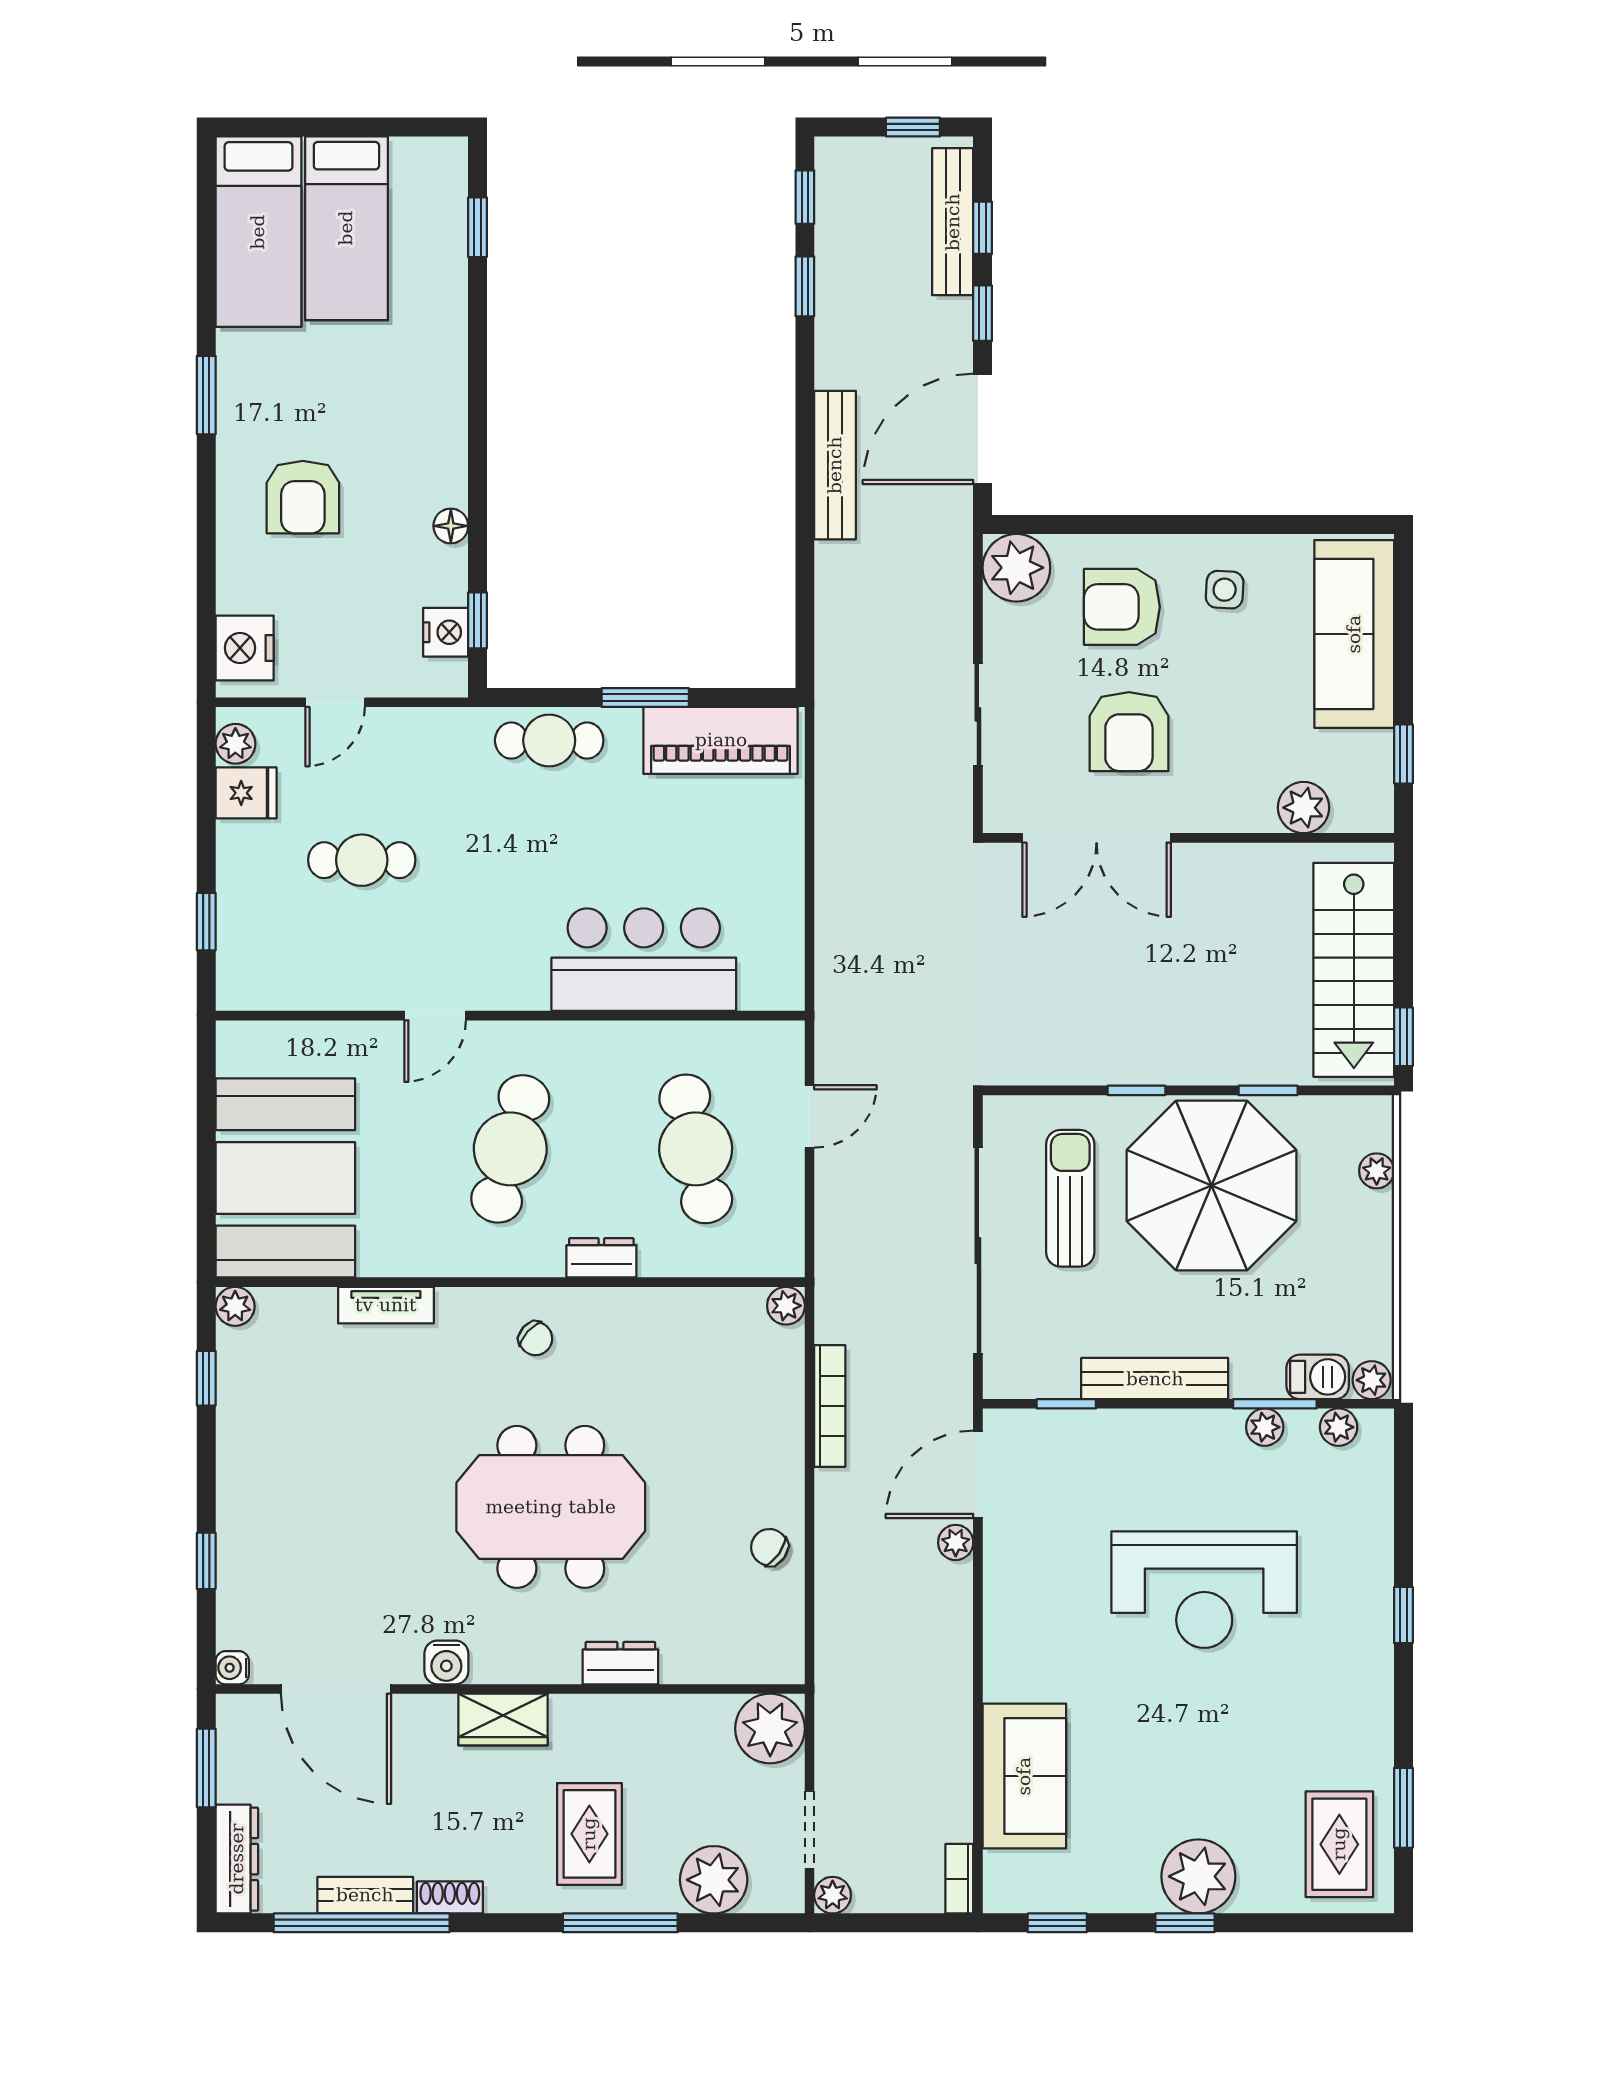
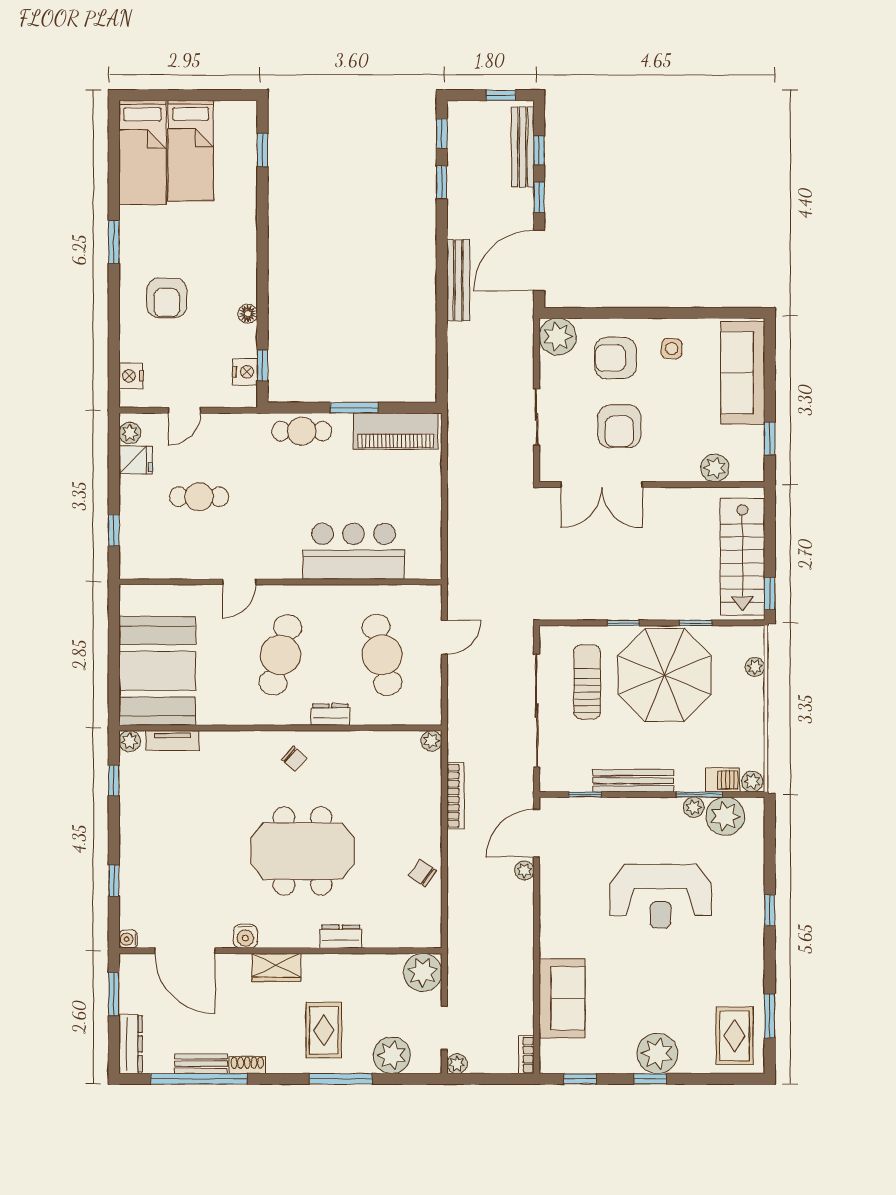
nightstand: (245, 648) -> (131, 376), width x0.74, depth x0.75
tv unit: (386, 1305) -> (172, 740), moved
plant: (1339, 1427) -> (725, 816), width x1.88, depth x1.88

